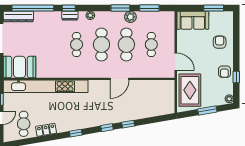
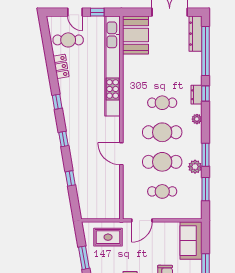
rug: (190, 90) -> (108, 237), width x0.73, depth x0.70
window: (128, 124) -> (70, 178), moved

